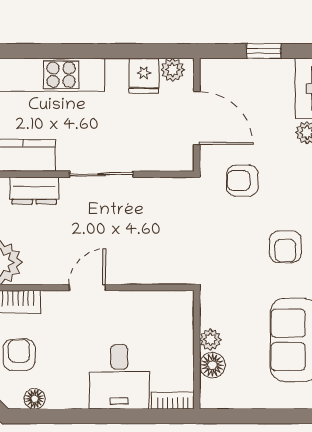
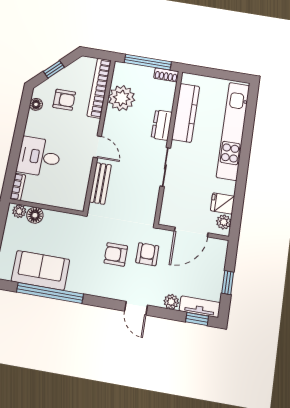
armchair: (285, 247) -> (116, 254), moved
bench: (145, 272) -> (100, 183), added
plant: (210, 339) -> (19, 211), moved

